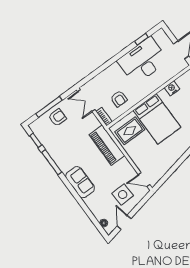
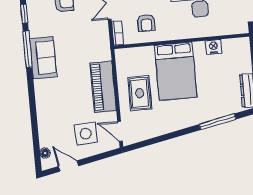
rug: (130, 131) -> (140, 93), moved, turned 90
piano: (107, 145) -> (103, 87), moved
sofa: (80, 182) -> (43, 58), moved
door: (124, 222) -> (69, 166), hinge flipped

